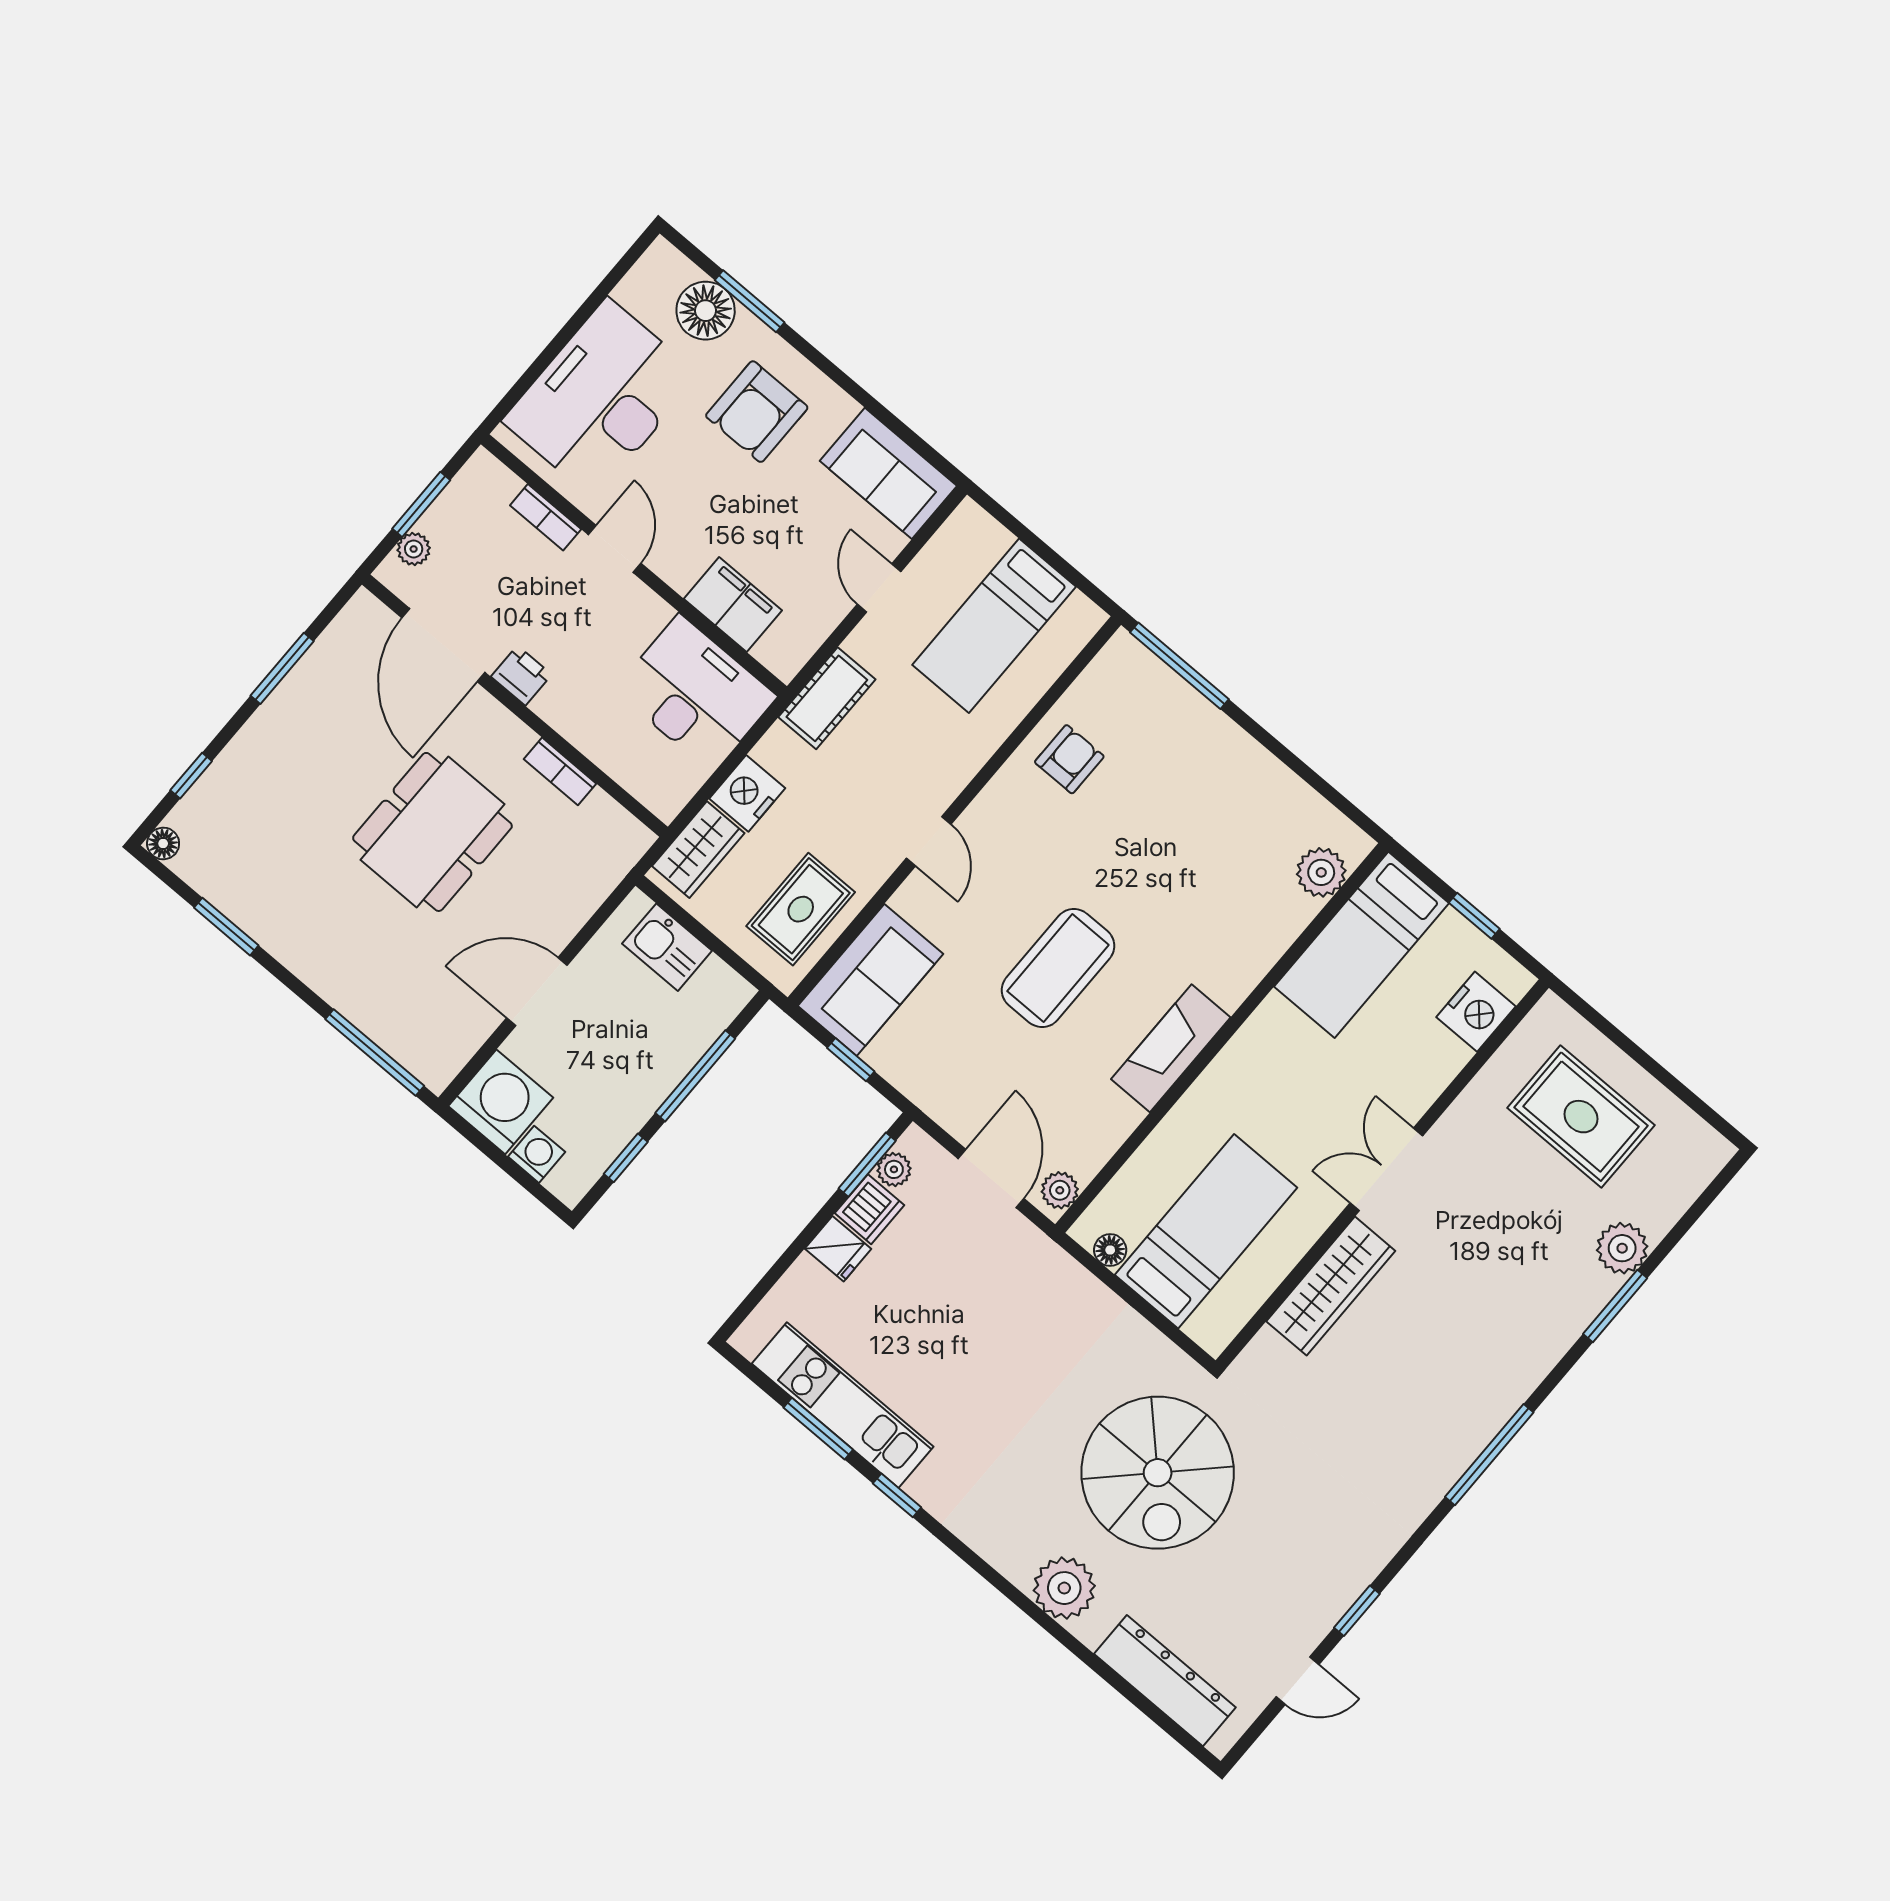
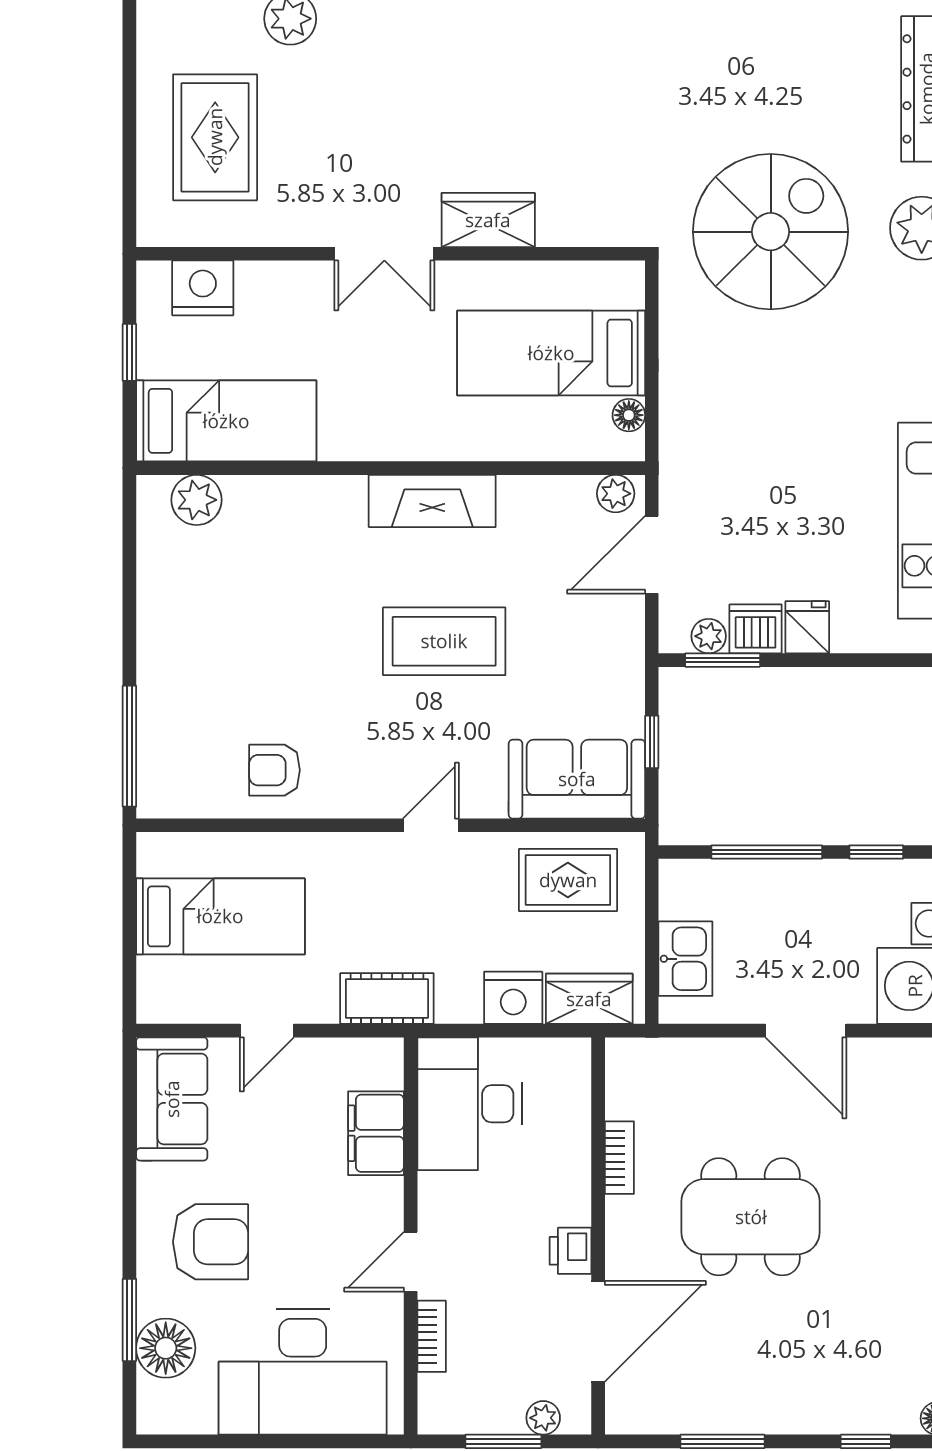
wardrobe: (1331, 1286) -> (488, 220), width x0.67

